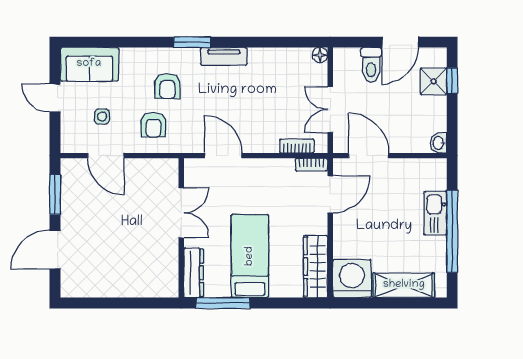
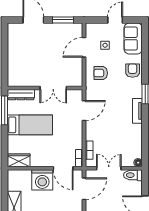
toilet: (371, 65) -> (133, 175), moved
armchair: (167, 86) -> (133, 71), moved, turned 90
wardrobe: (316, 267) -> (19, 160), width x0.67
washing machine: (352, 279) -> (42, 180), moved, turned 90

